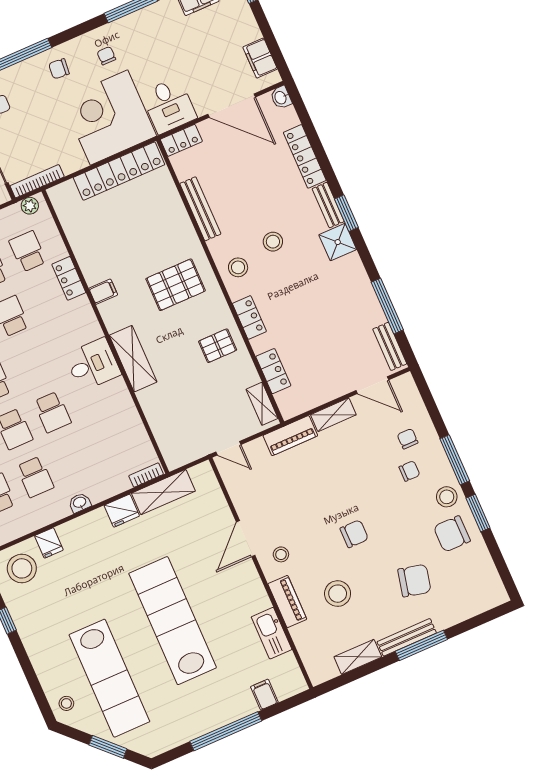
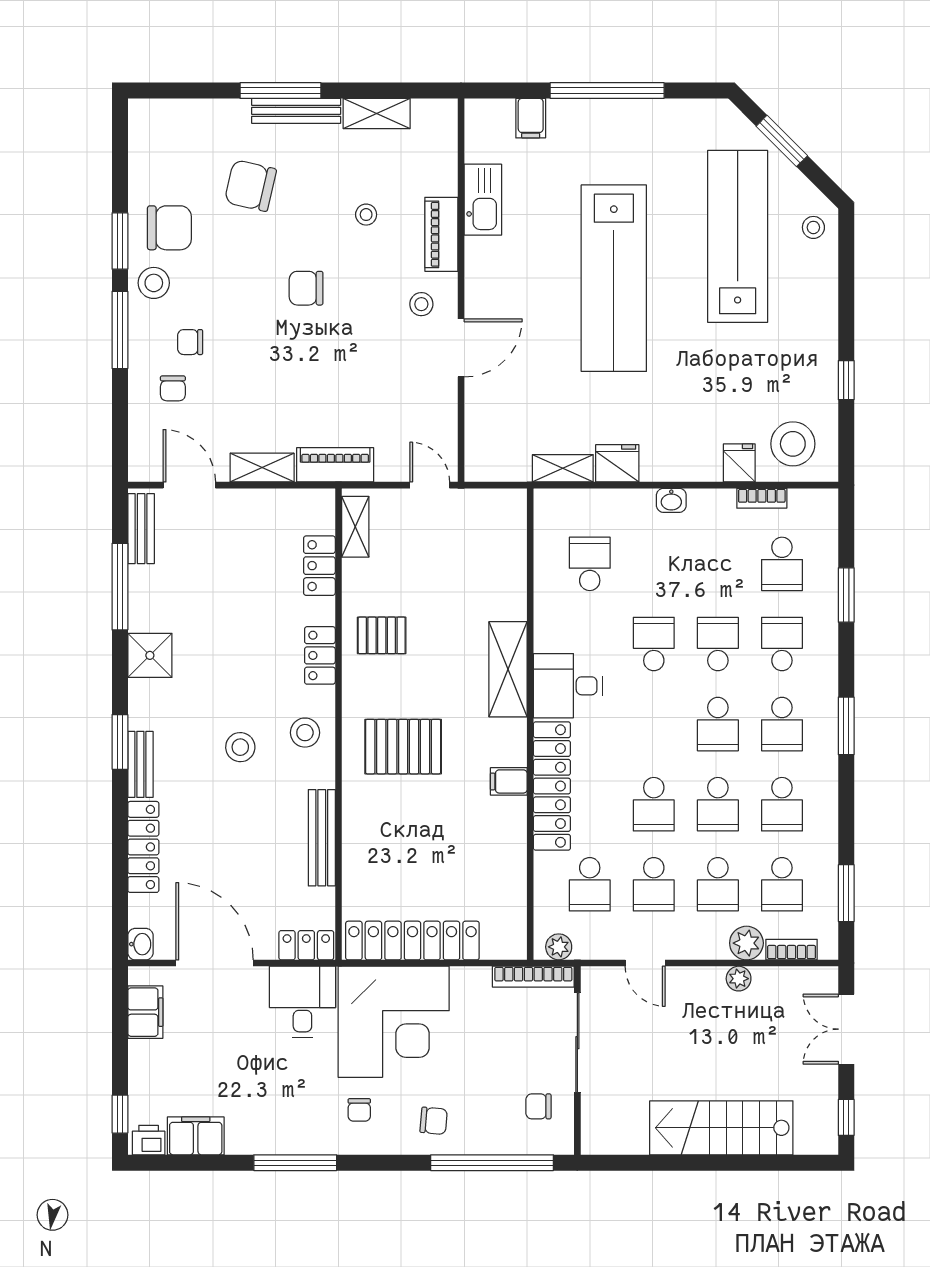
shower: (338, 242) -> (150, 655), moved
locker: (69, 278) -> (552, 786), width x2.16, depth x1.21
bookcase: (146, 475) -> (762, 498), moved
school desk: (35, 477) -> (590, 564), moved
shelving: (163, 492) -> (563, 468), width x0.67, depth x0.75
stool: (338, 594) -> (366, 215), width x0.53, depth x0.53

